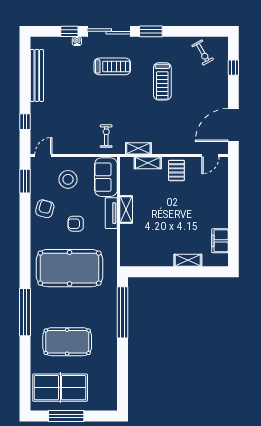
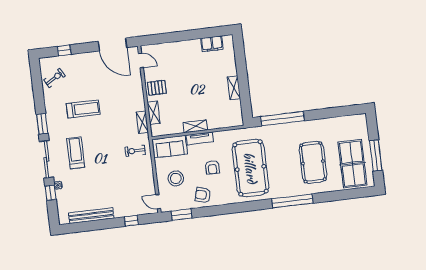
shelving: (188, 260) -> (234, 88), moved

